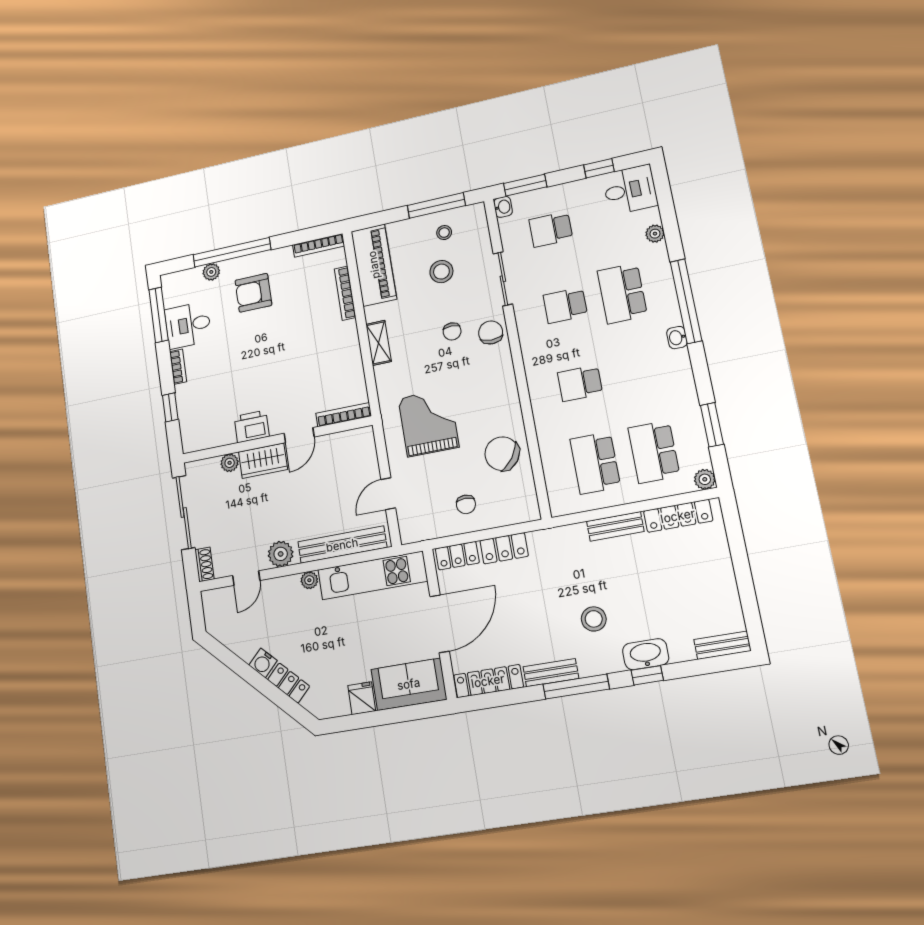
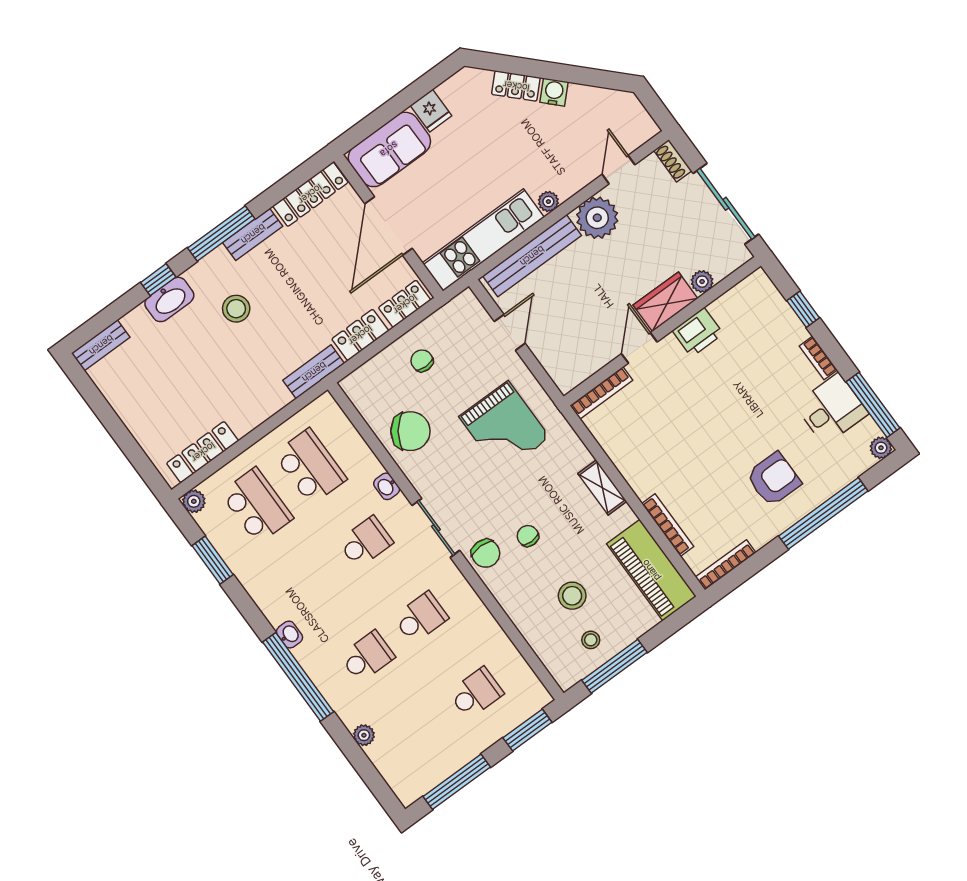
window: (599, 168) -> (457, 782), width x2.17
desk: (630, 190) -> (412, 772), removed
washbasin: (503, 207) -> (387, 486), moved
plant: (211, 272) -> (881, 448), moved
sliding door: (503, 279) -> (436, 528), moved
school desk: (622, 293) -> (367, 657), width x0.54
bench: (615, 526) -> (314, 372), moved
plant: (281, 554) -> (597, 218), width x1.36, depth x1.36

